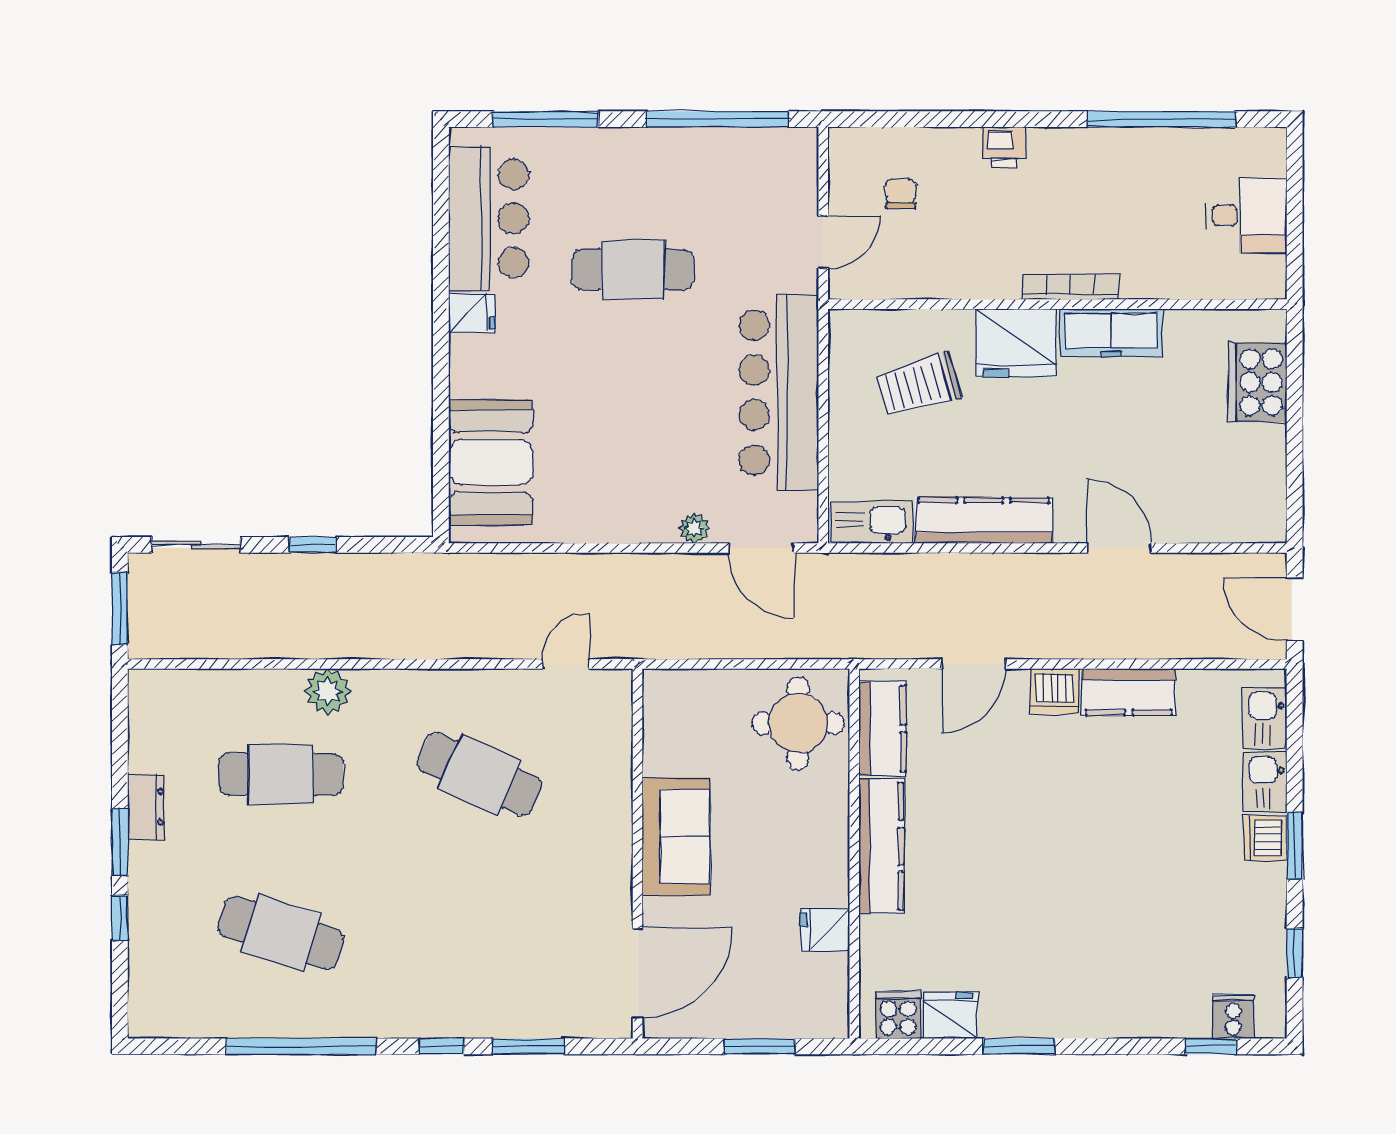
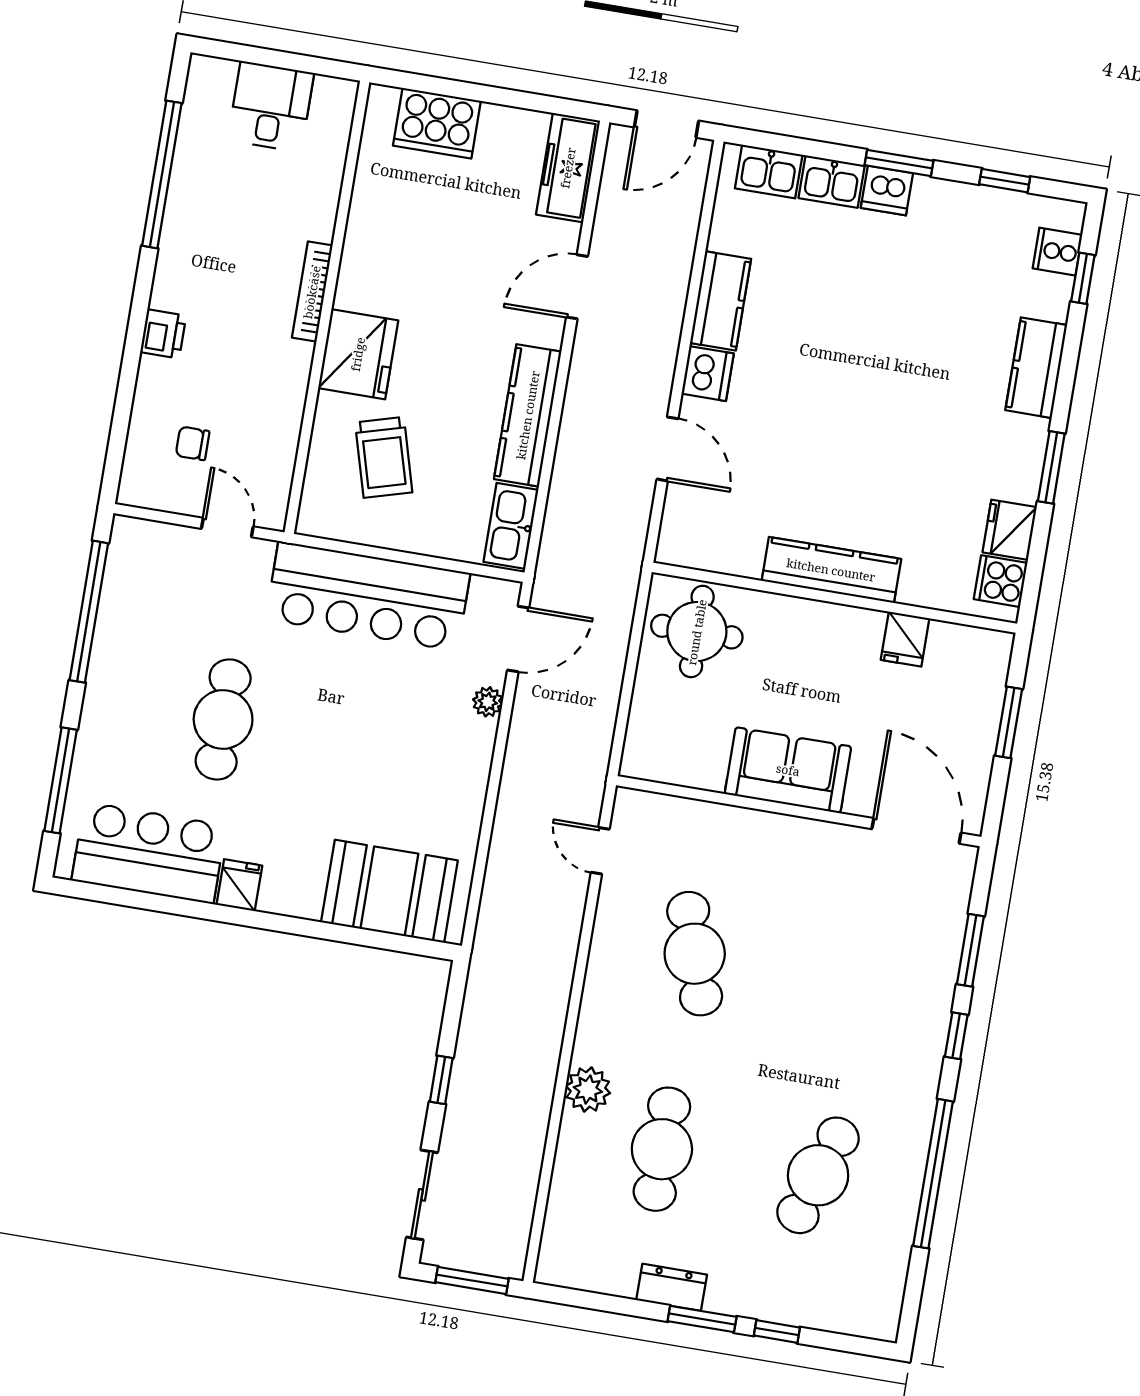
freezer: (1111, 333) -> (568, 168), moved, turned 180
kitchen counter: (882, 729) -> (1036, 368), moved, turned -90
cafe table: (479, 774) -> (695, 954), turned -42

